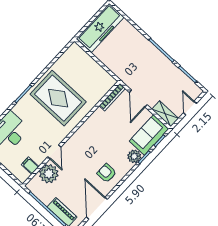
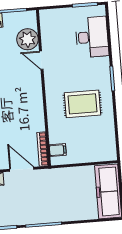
rug: (58, 98) -> (82, 104), width x0.73, depth x0.69
filing cabinet: (30, 166) -> (58, 150), moved

